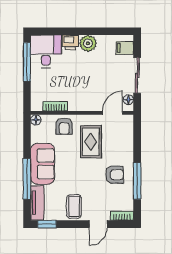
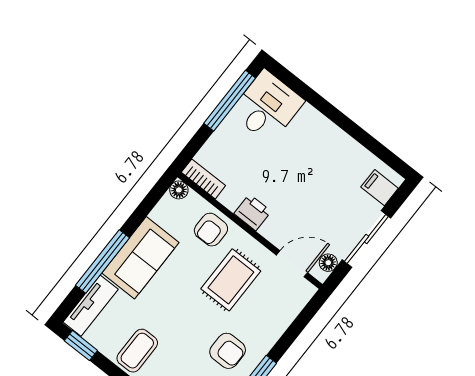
printer: (70, 42) -> (253, 212), moved, turned 180
plant: (88, 43) -> (334, 141), removed
bookcase: (55, 106) -> (203, 179), moved

